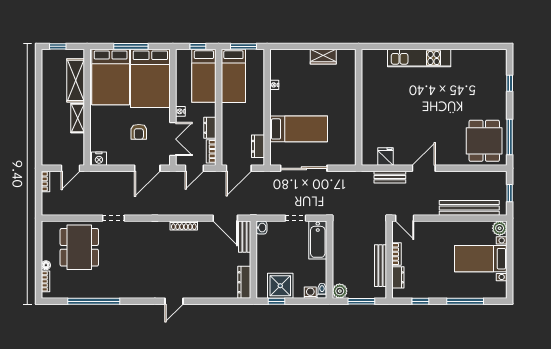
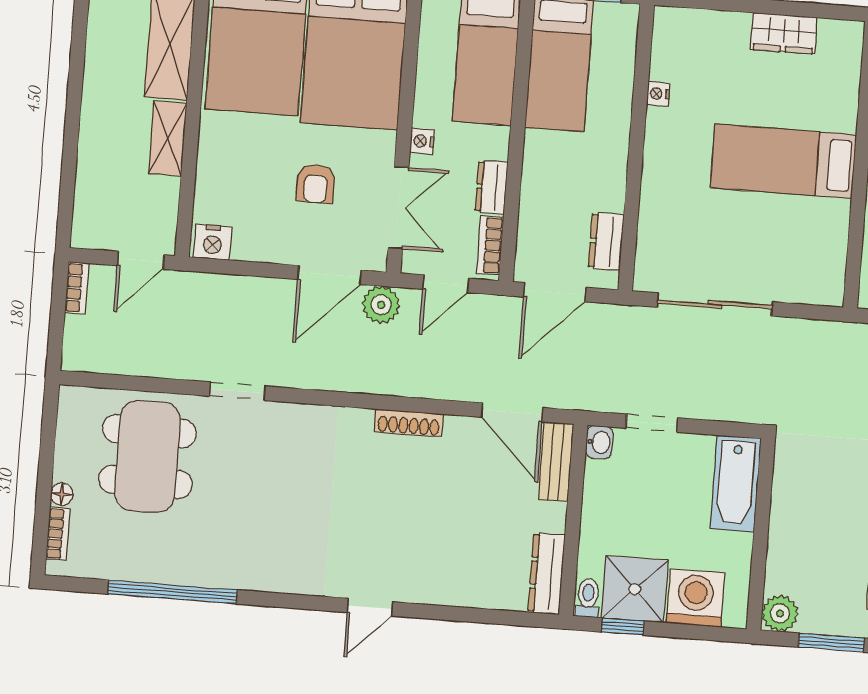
bed: (299, 129) -> (783, 161), moved, turned 180
plant: (169, 179) -> (381, 305), added
doorway: (296, 218) -> (652, 423), moved
toilet: (322, 291) -> (588, 598), moved
washing machine: (310, 293) -> (695, 598), width x1.89, depth x1.89

